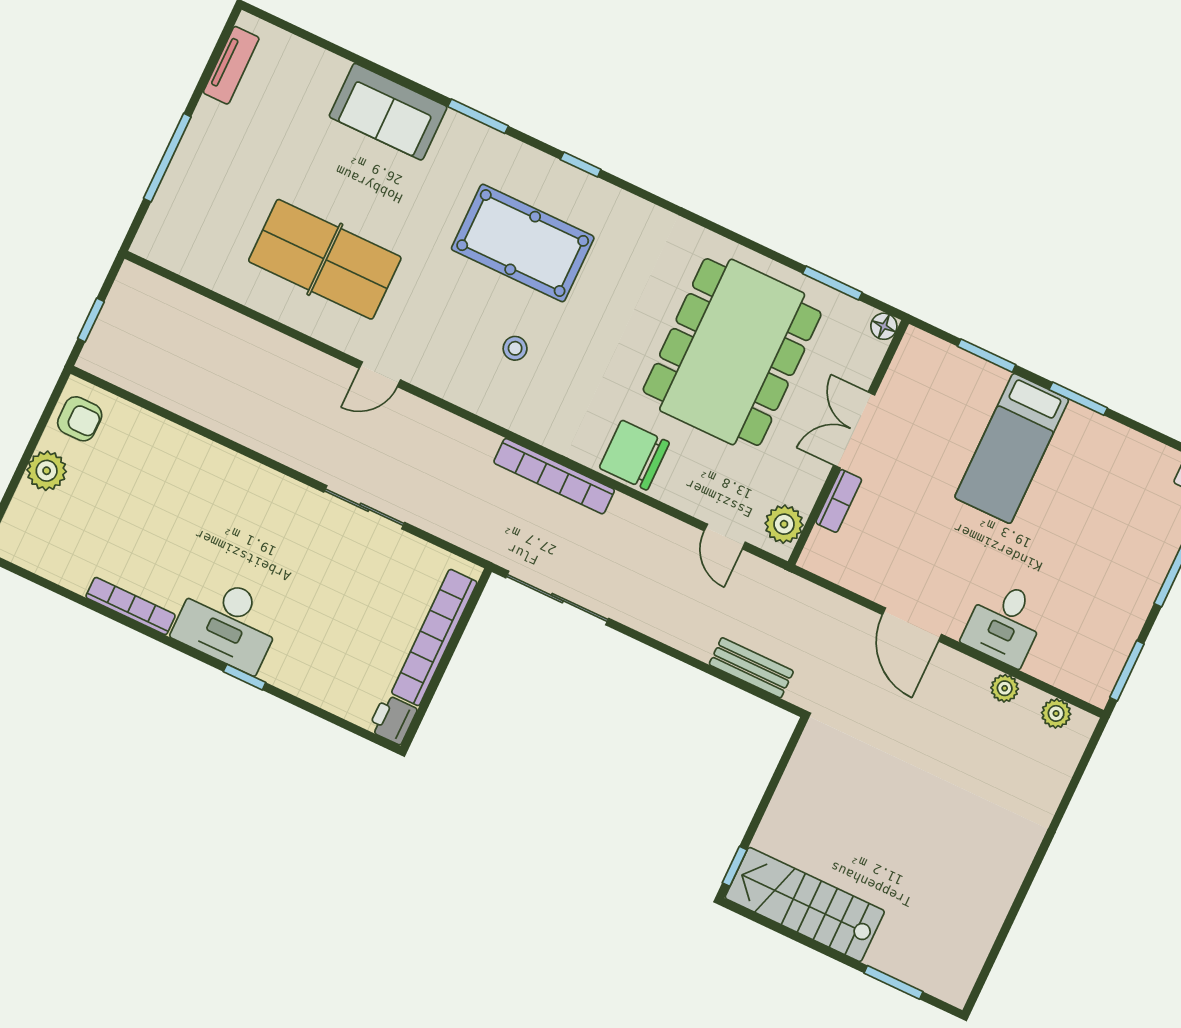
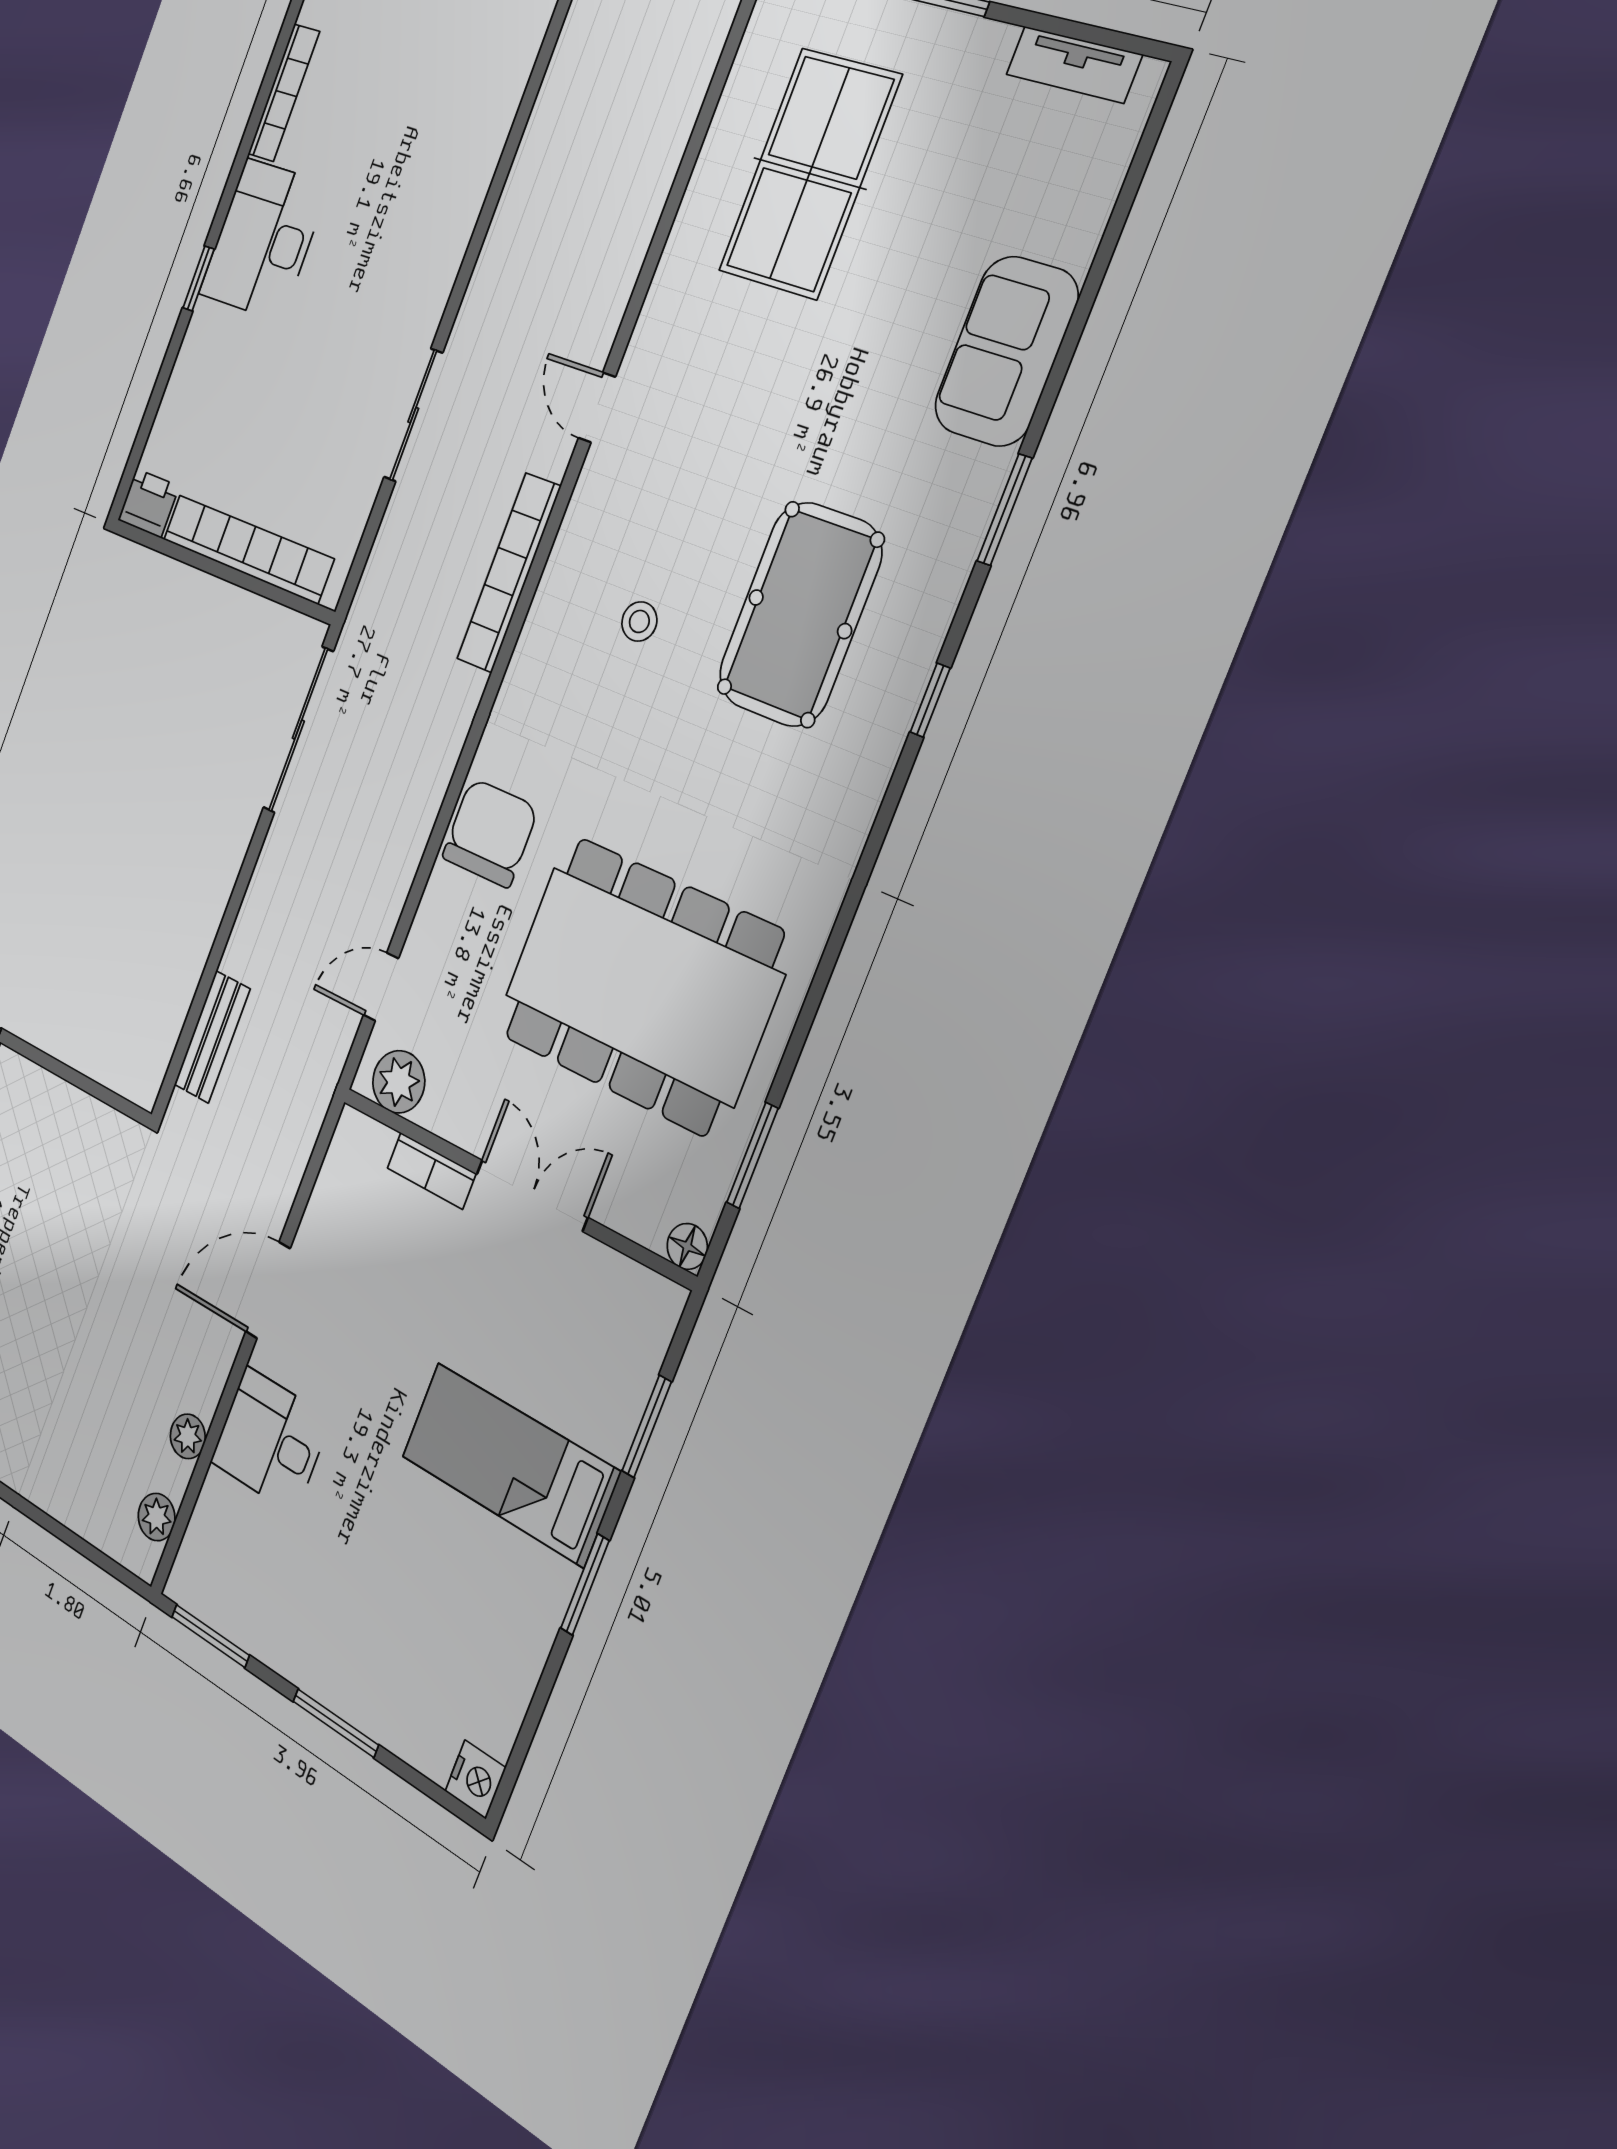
table tennis table: (325, 259) -> (810, 174), moved
bookcase: (554, 476) -> (509, 573), moved

